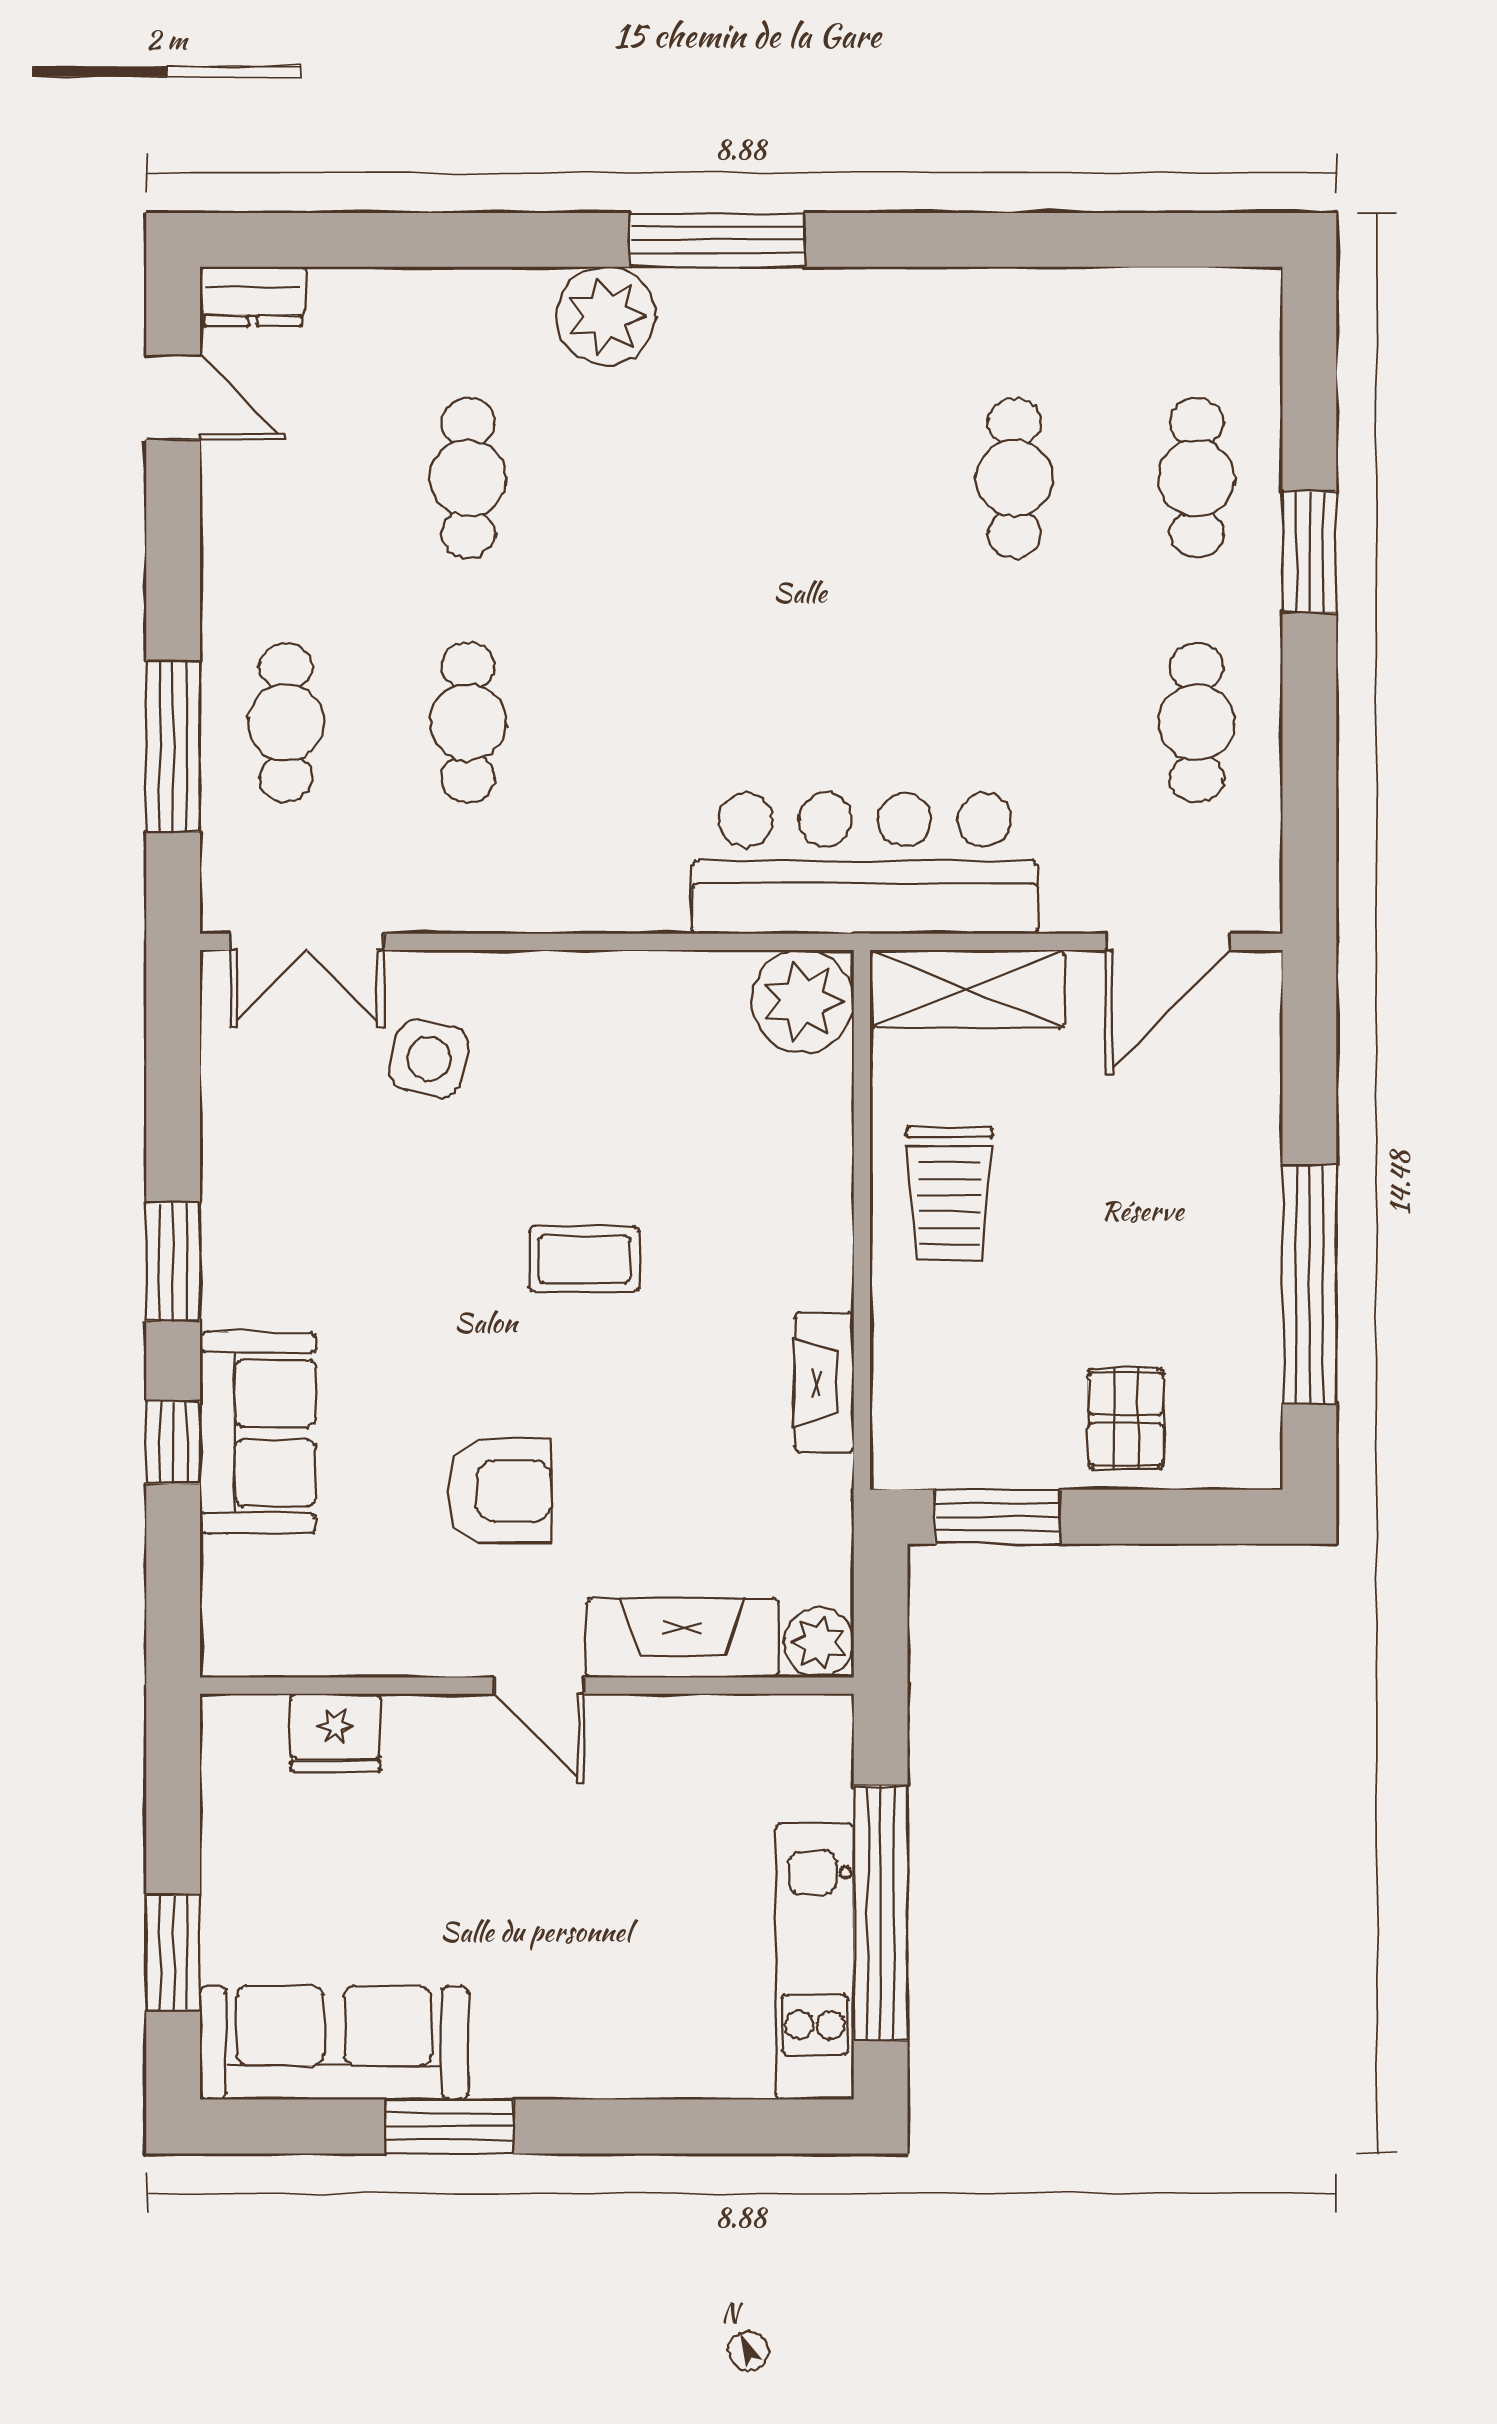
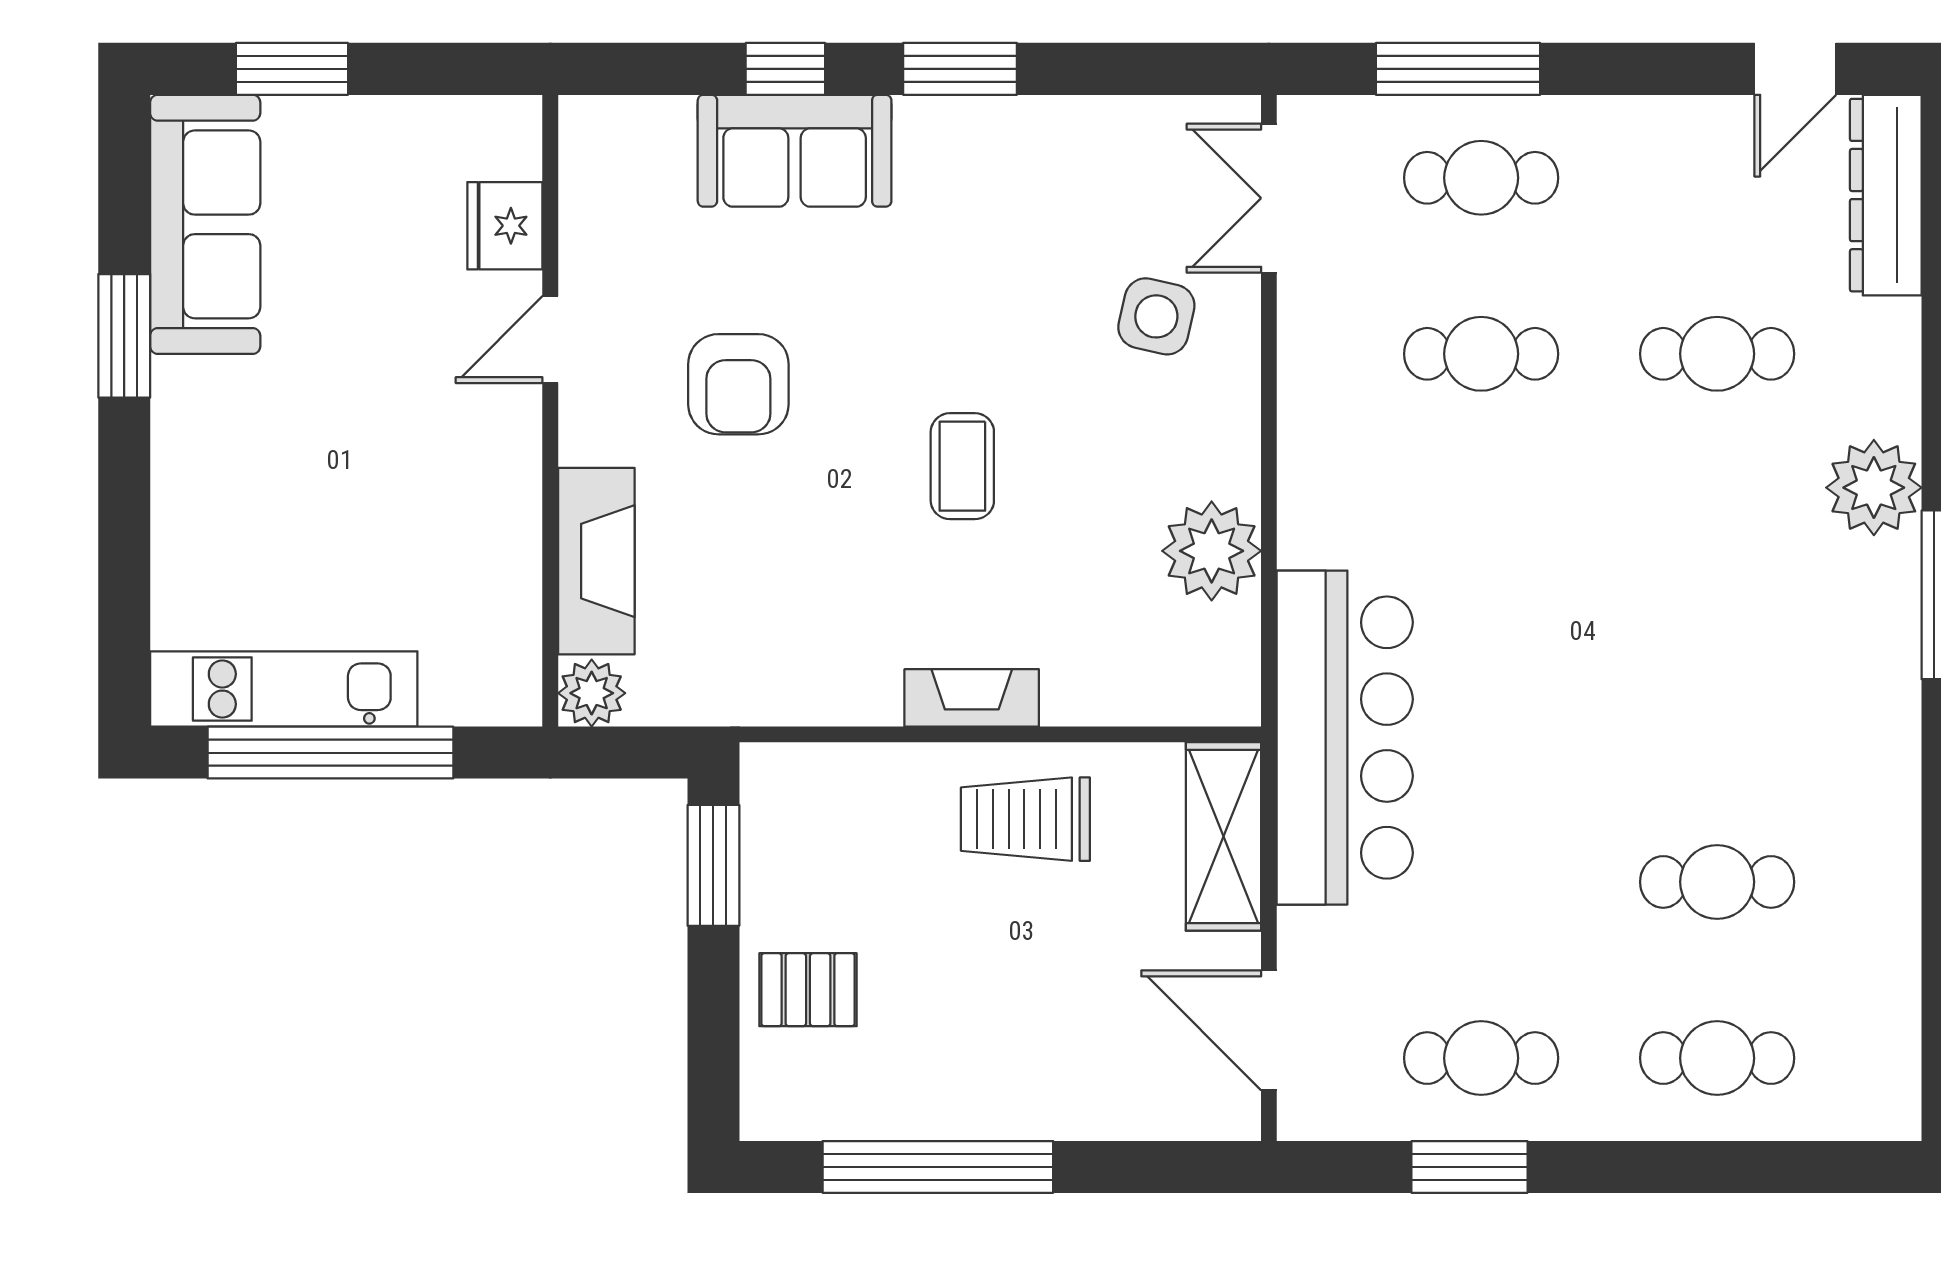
dresser: (253, 296) -> (1886, 195), width x1.96, depth x1.24
window: (1309, 552) -> (1469, 1167), moved
plant: (802, 1001) -> (1212, 551), moved
fireplace: (824, 1383) -> (972, 698), moved
door: (539, 1686) -> (550, 340), moved

